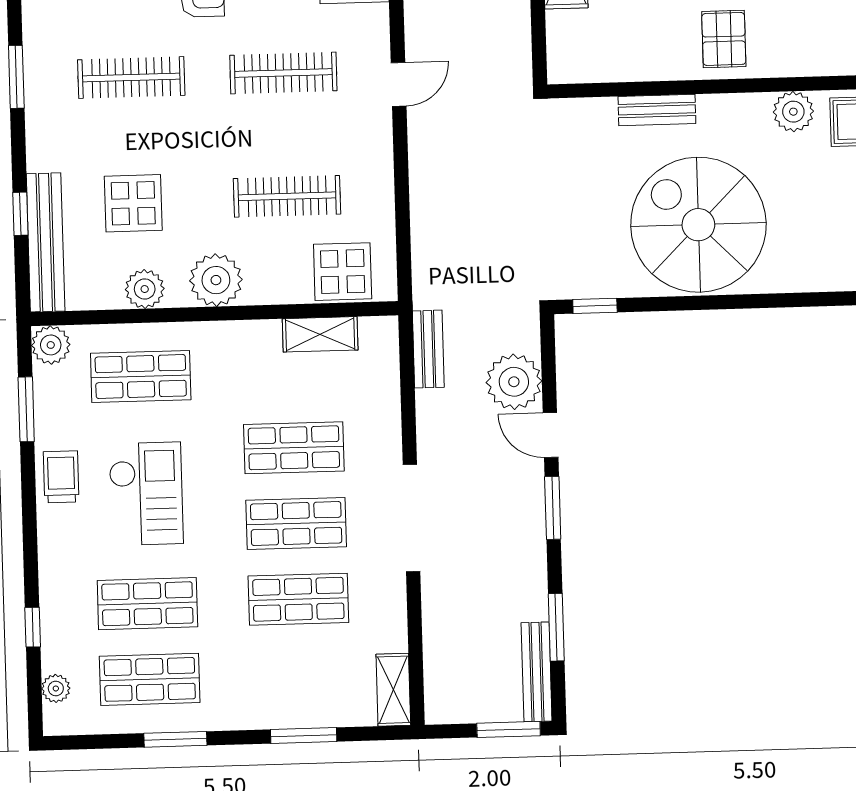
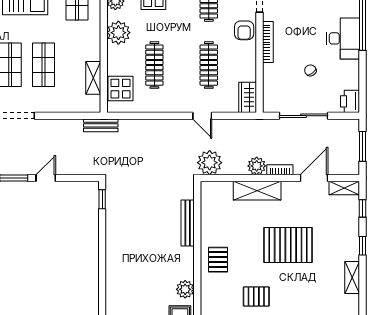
pallet: (724, 39) -> (218, 260), turned 90
bench: (657, 110) -> (188, 223), width x1.36
spiral stairs: (698, 225) -> (137, 246), removed
bench: (428, 349) -> (101, 125), moved
plant: (514, 382) -> (210, 163), moved

